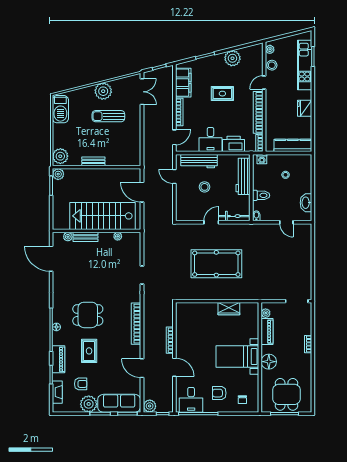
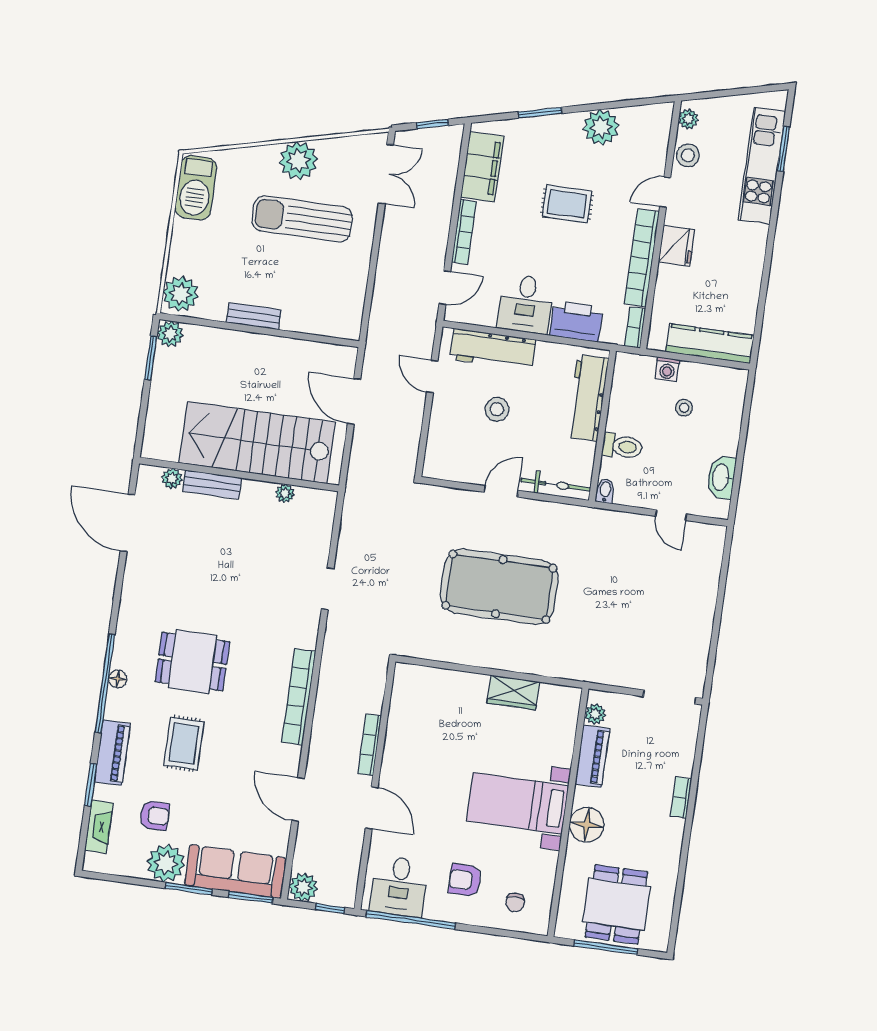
fridge: (305, 108) -> (677, 246), moved, turned 180
sun lounger: (108, 116) -> (302, 219), width x1.36, depth x1.34
washing machine: (262, 159) -> (667, 369), moved

